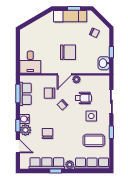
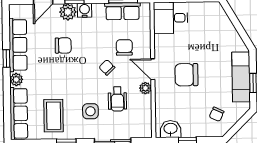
chair: (68, 52) -> (186, 75), turned 90

